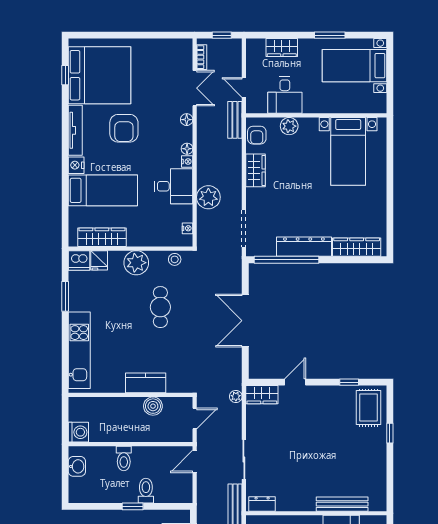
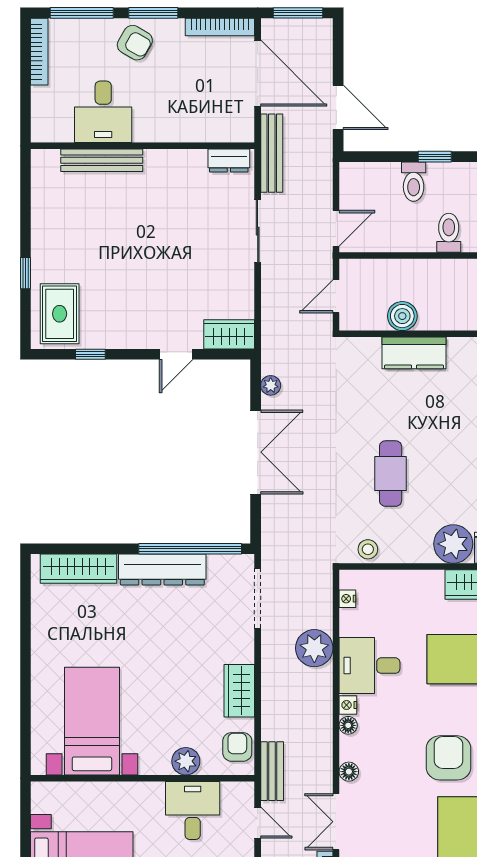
plant: (136, 263) -> (453, 544), moved
plant: (236, 396) -> (271, 385), moved

